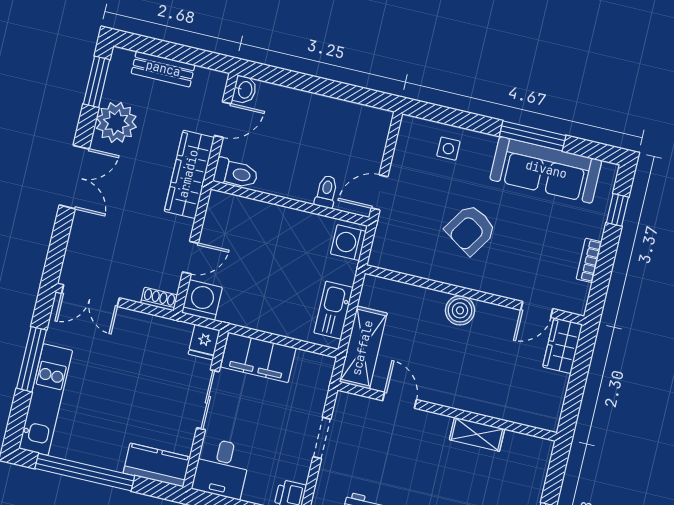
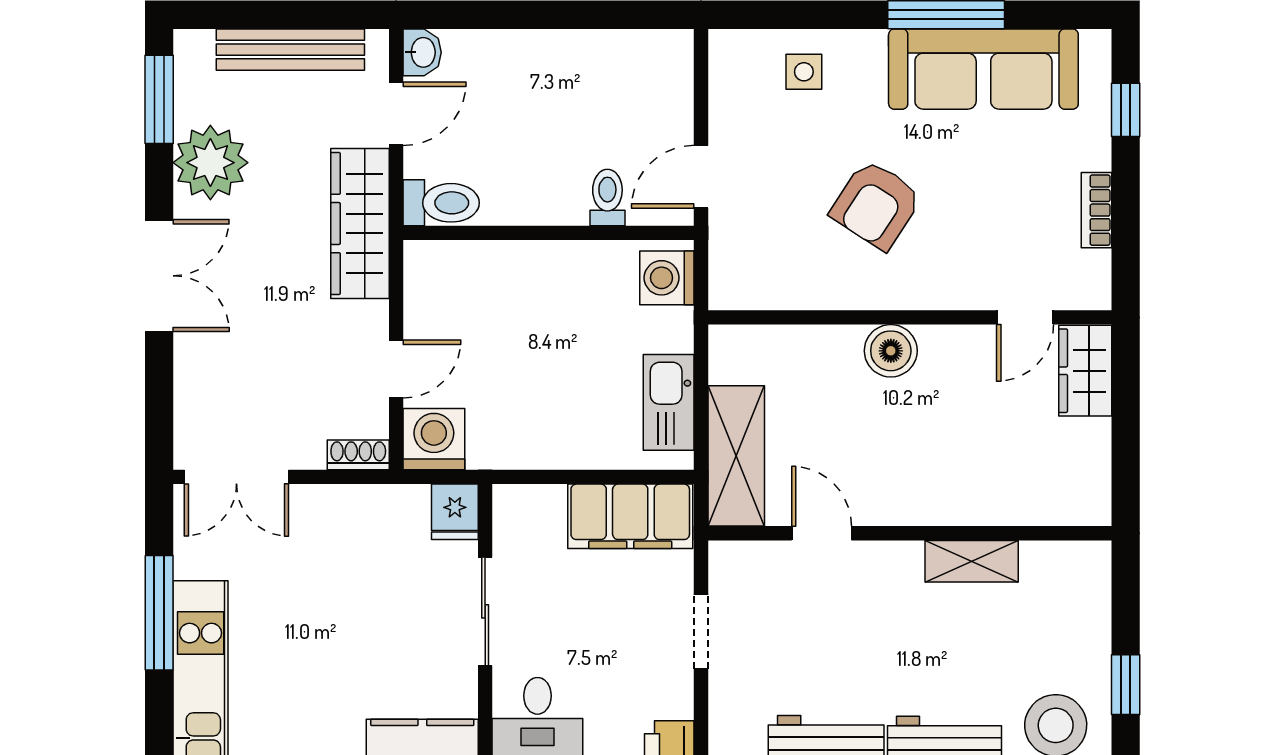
bench: (163, 69) -> (290, 50), width x1.36
filing cabinet: (258, 357) -> (630, 516), moved

